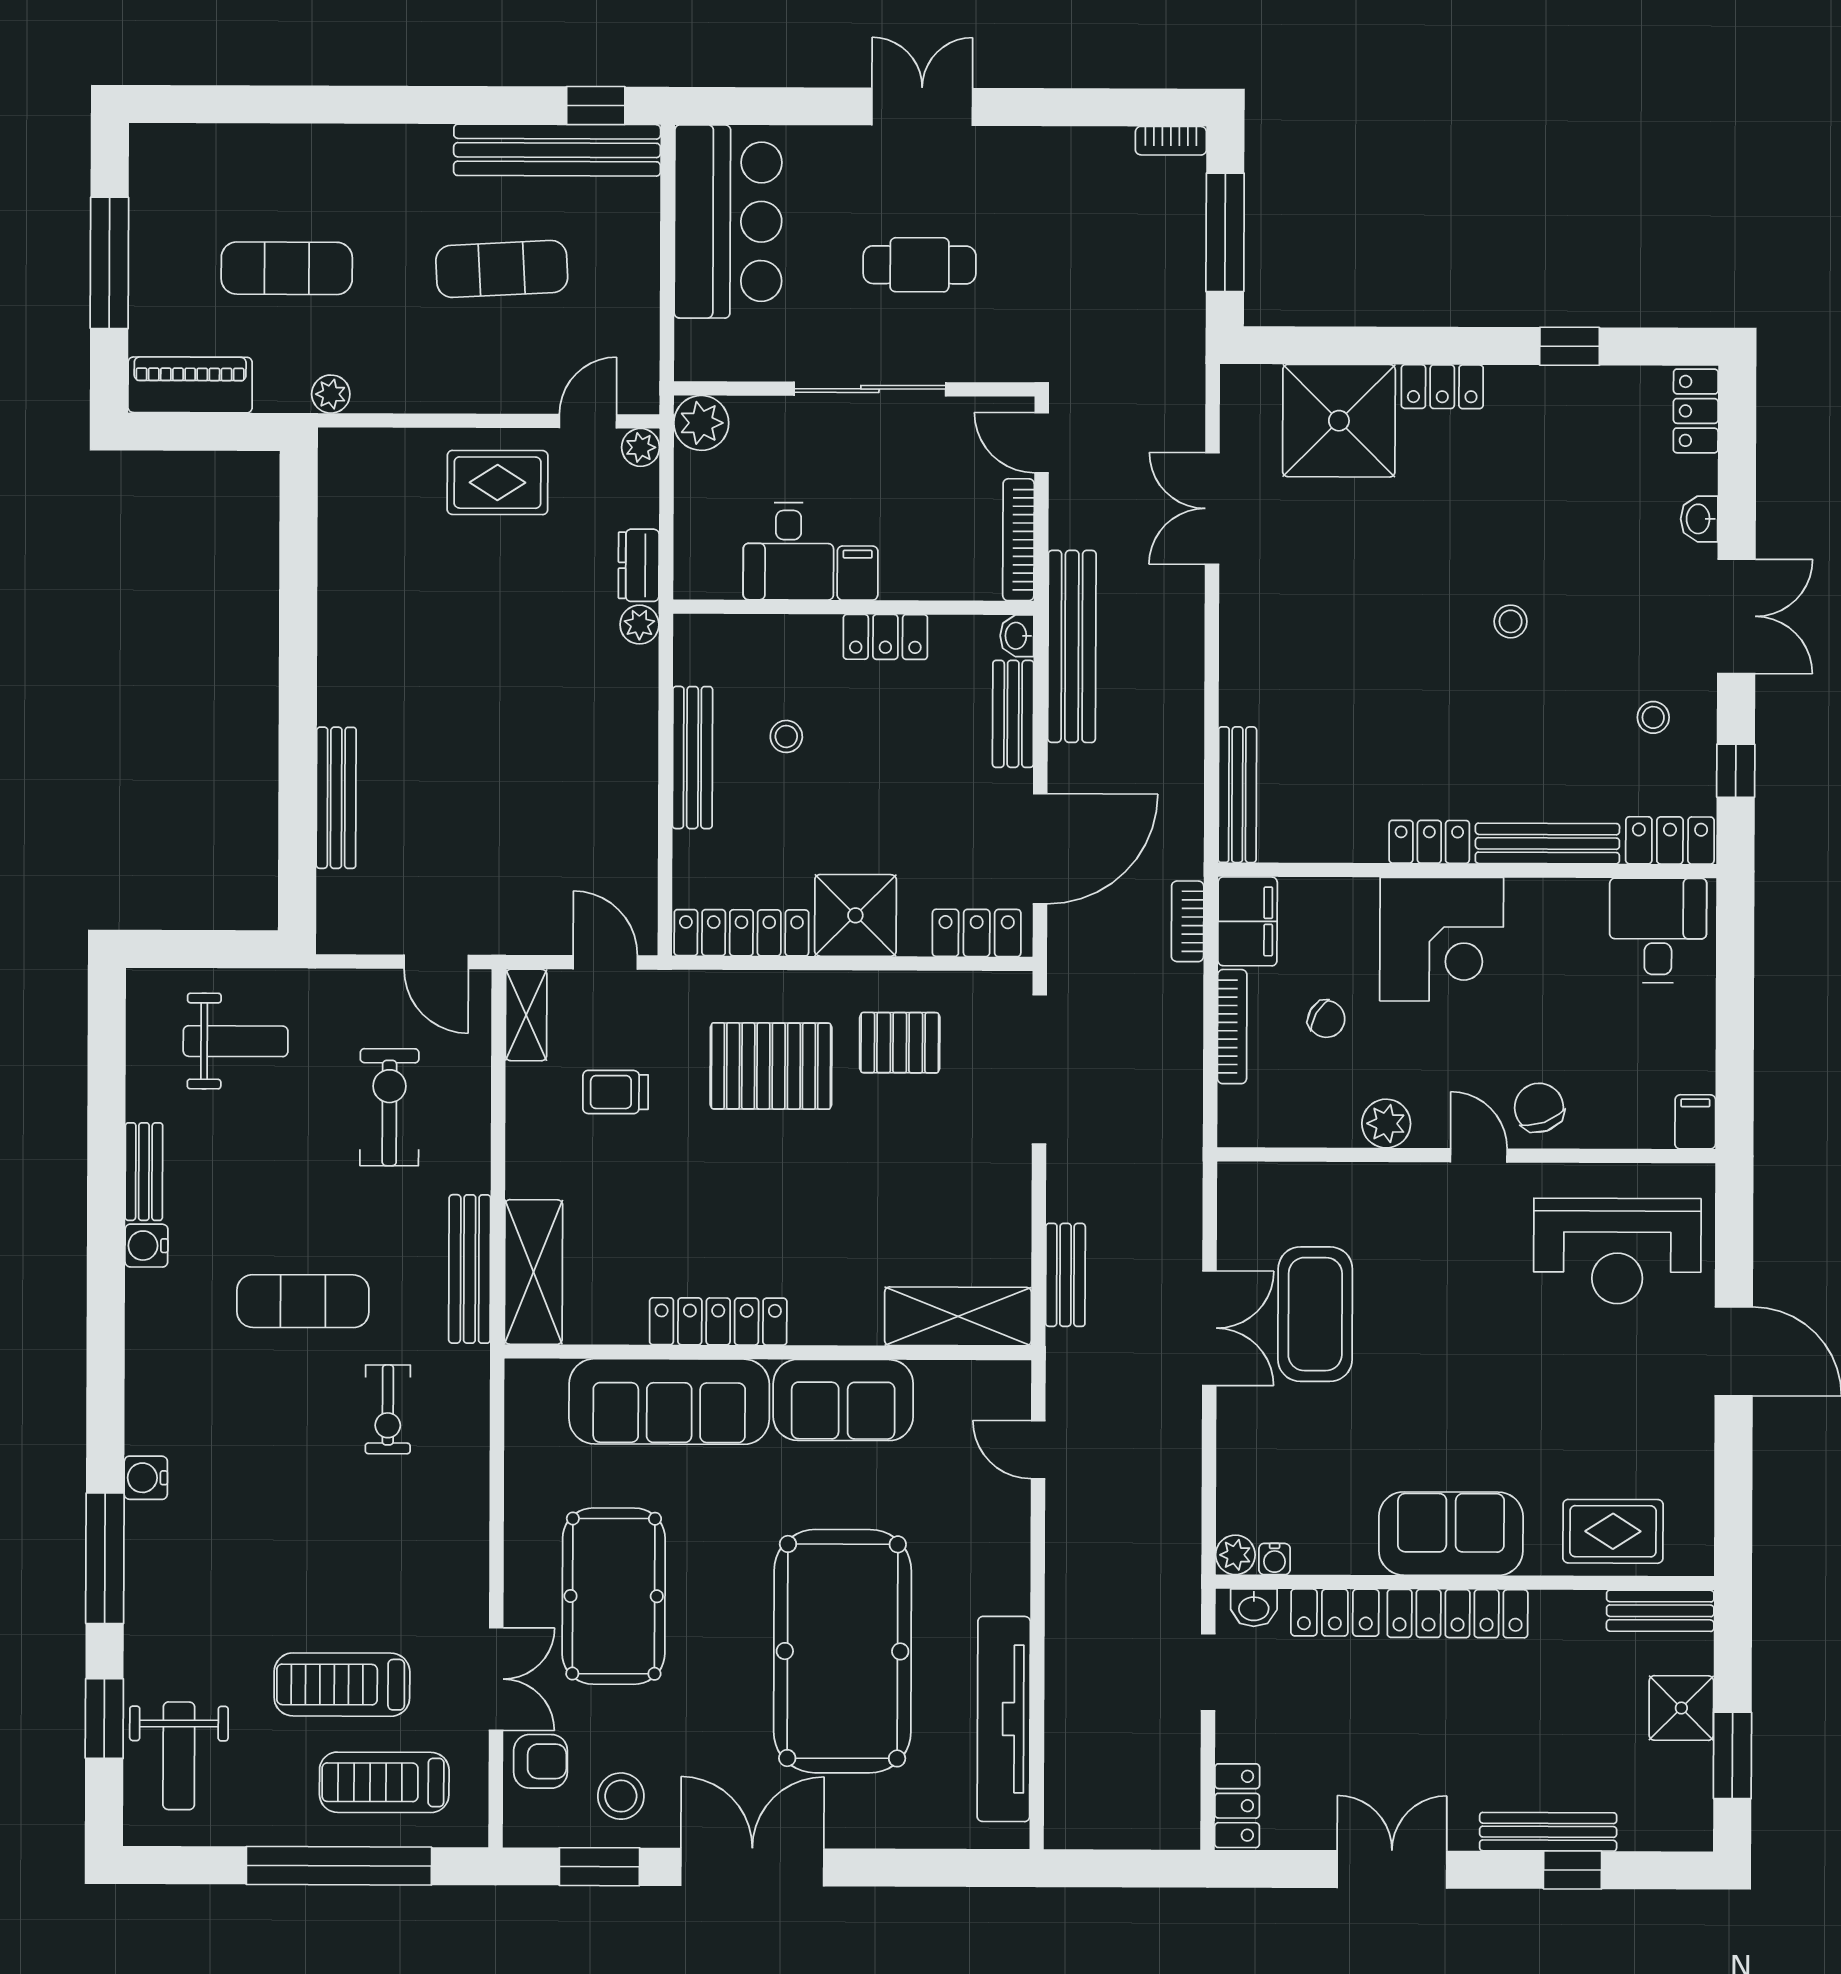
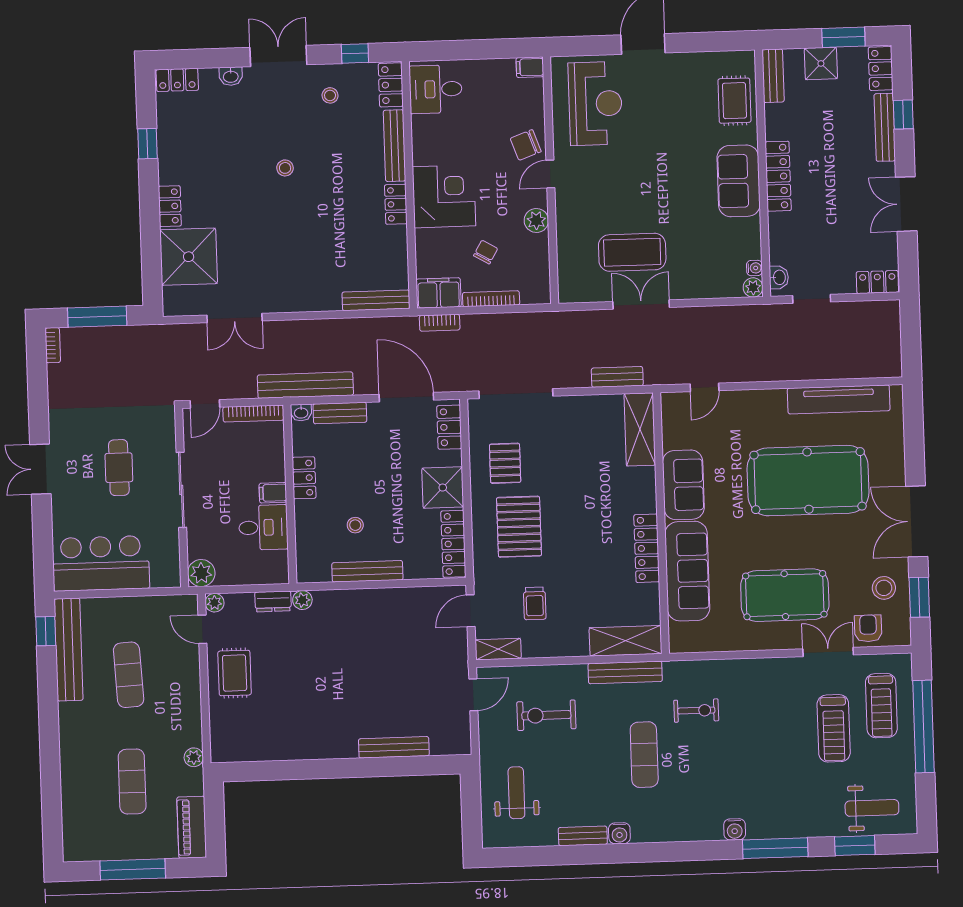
locker: (1335, 1613) -> (881, 69), moved, turned 180

